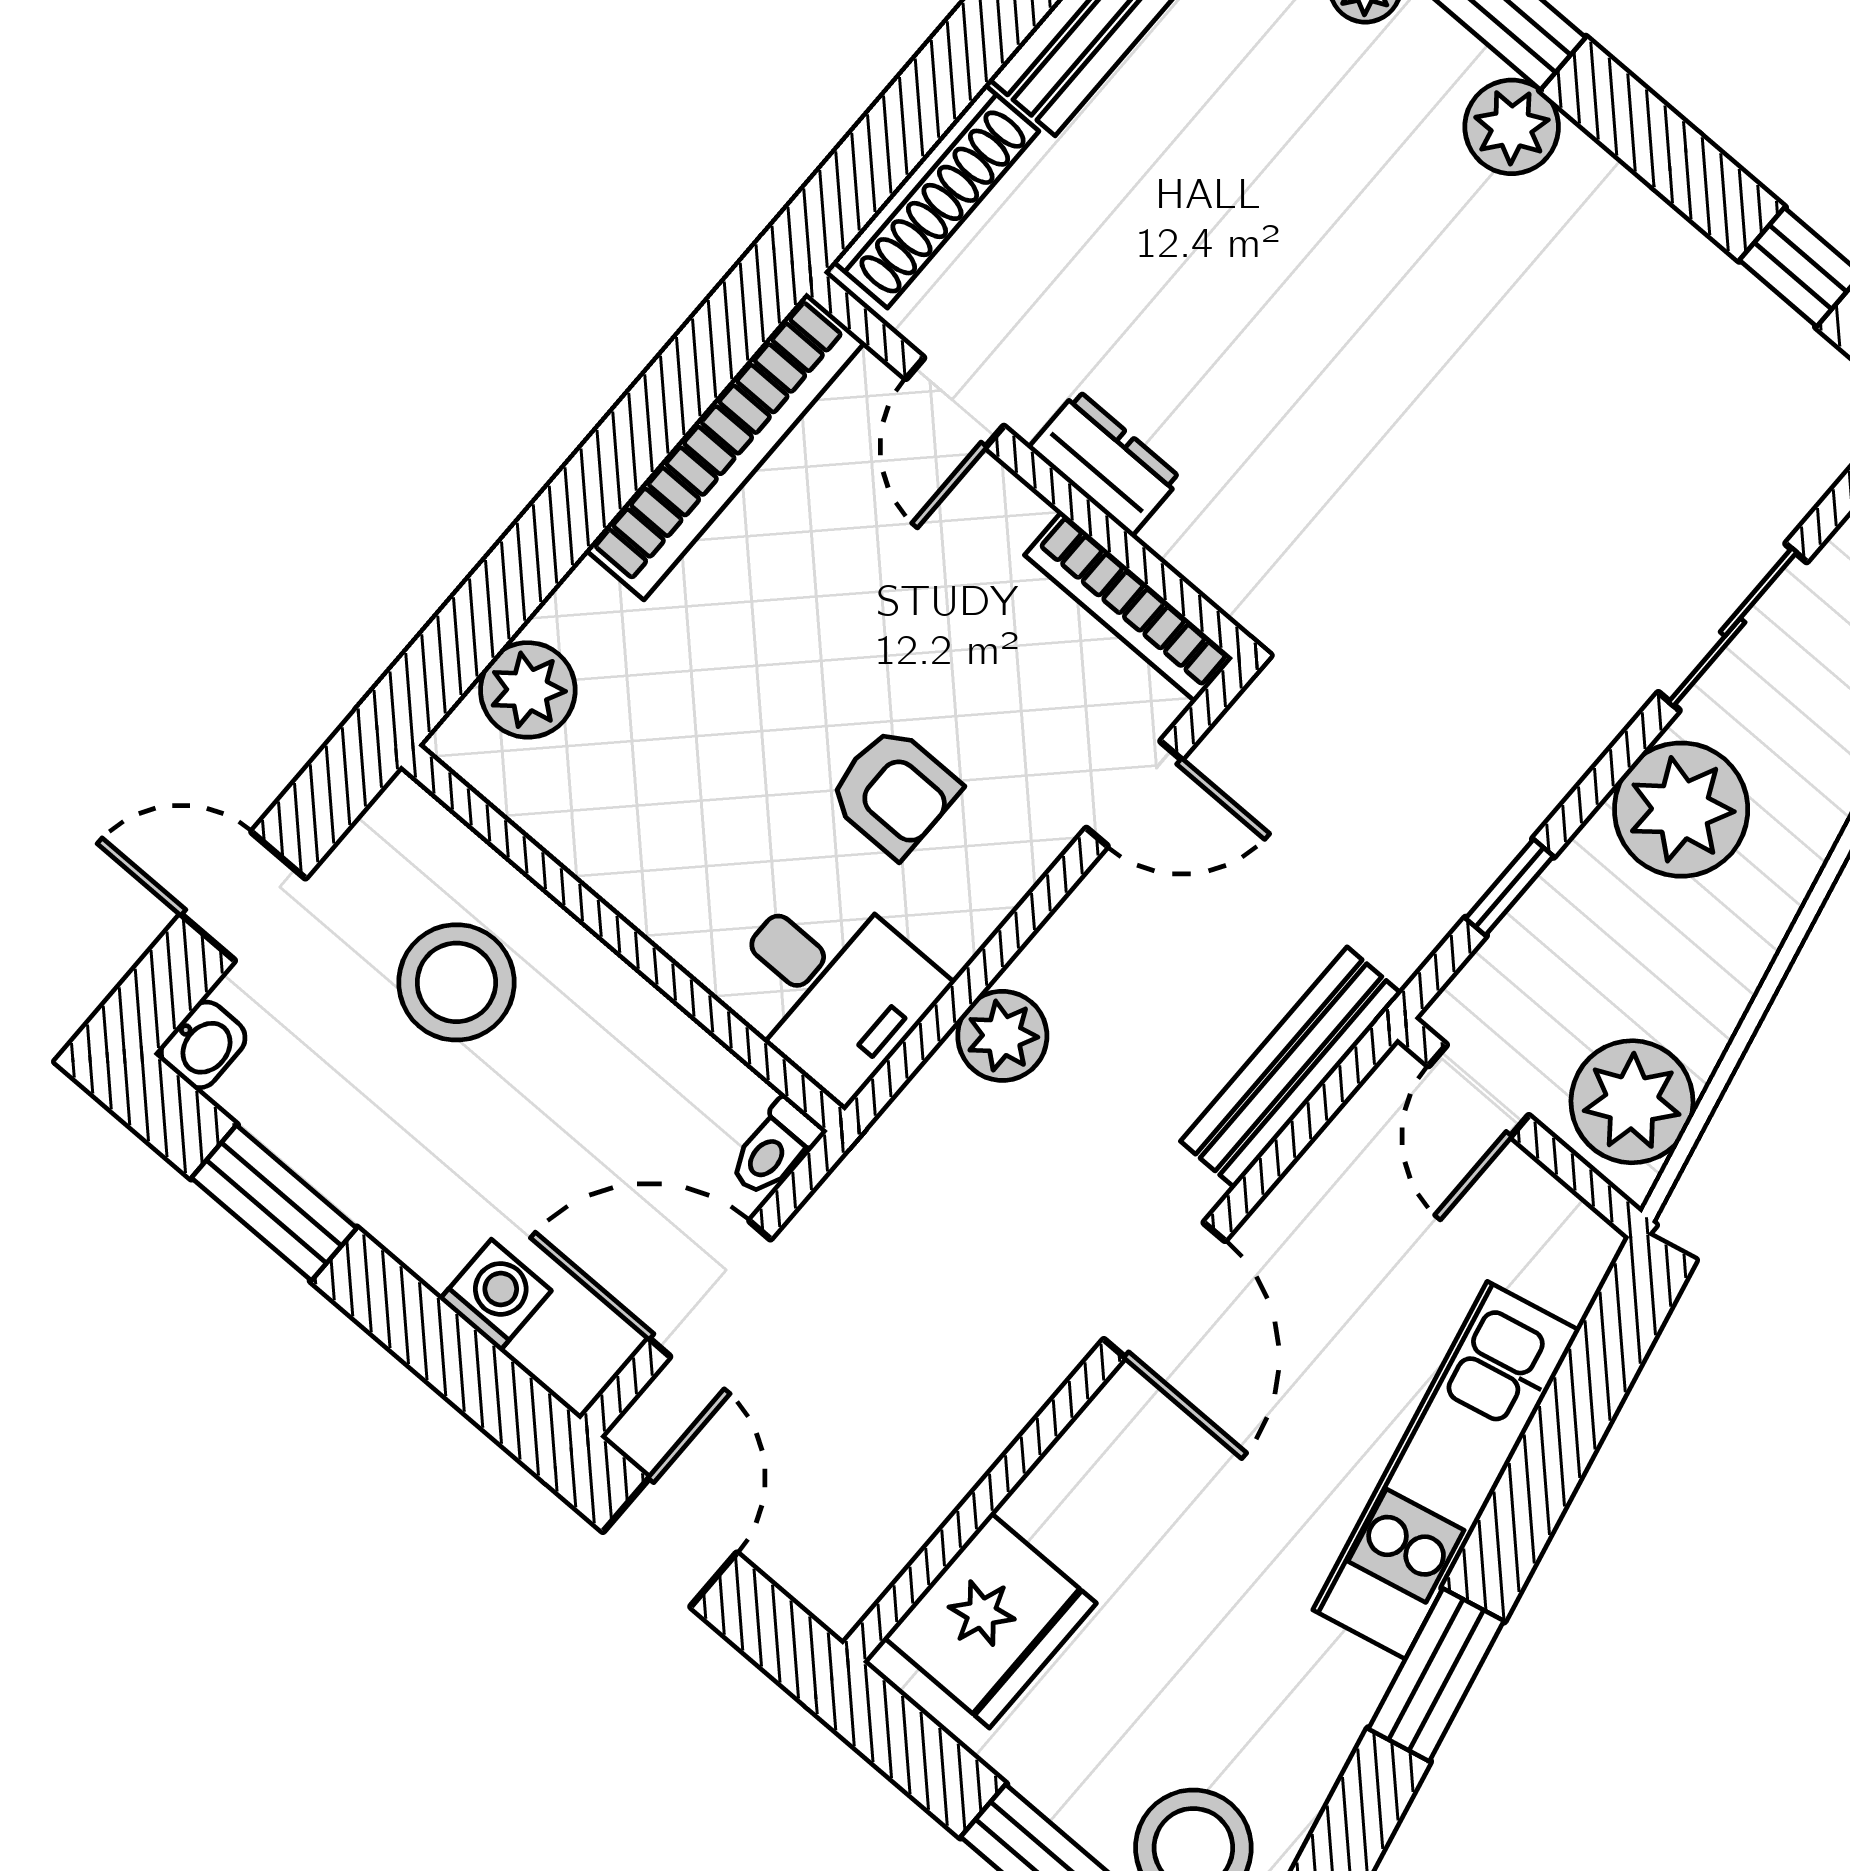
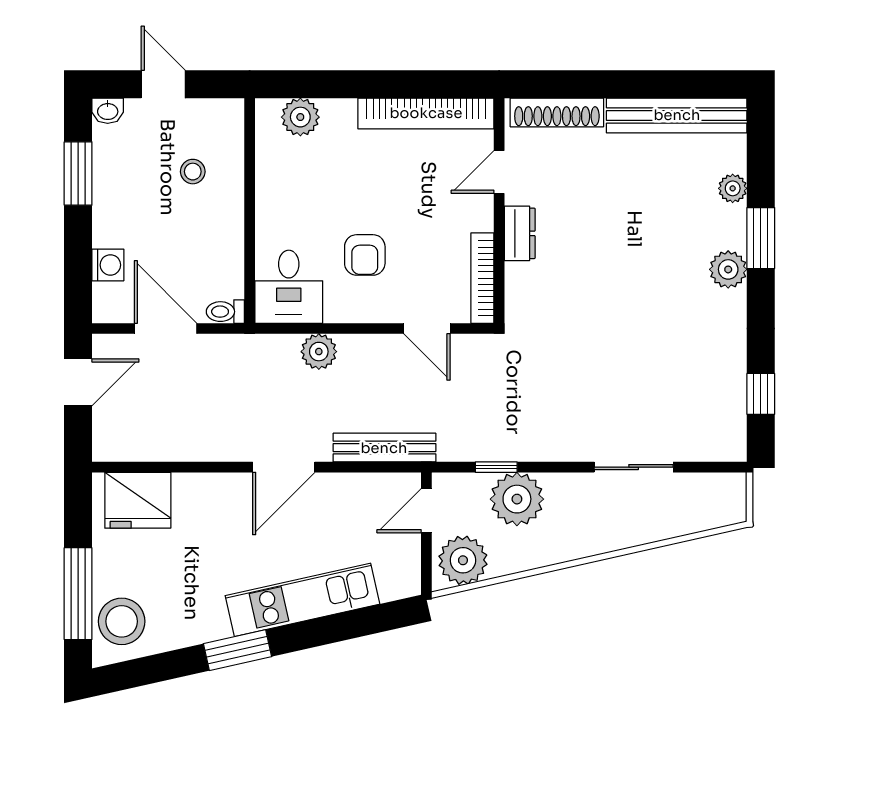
plant: (1681, 810) -> (517, 499), moved
stool: (456, 982) -> (193, 172), width x0.53, depth x0.53

